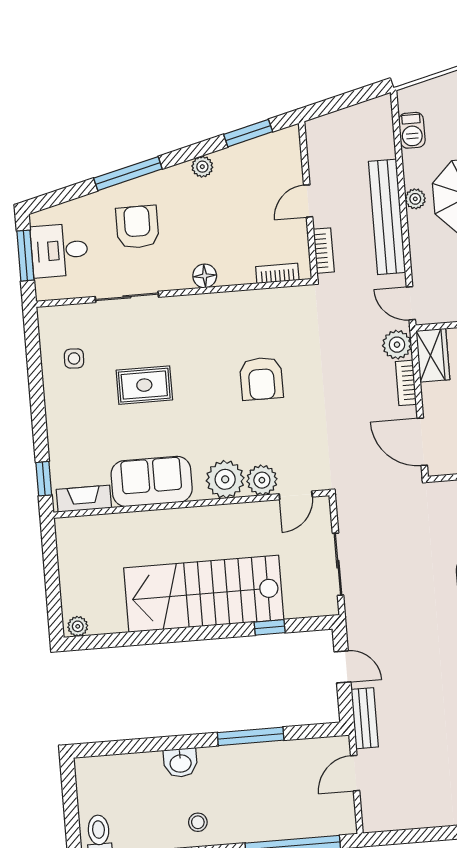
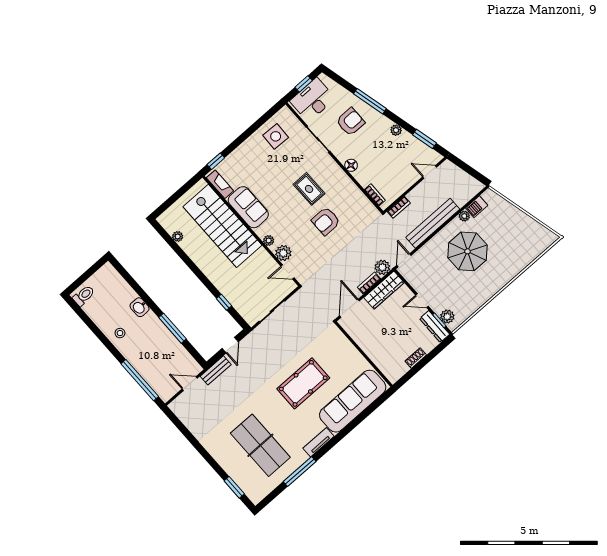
plant: (415, 199) -> (464, 216), moved
door: (308, 201) -> (430, 172), moved
desk: (59, 250) -> (313, 100), width x1.37
window: (25, 256) -> (304, 84), width x0.67
wardrobe: (433, 355) -> (384, 290), width x1.50
side table: (74, 358) -> (276, 136), width x1.87, depth x1.87
rug: (144, 385) -> (309, 189), moved
plant: (225, 479) -> (269, 240), width x0.53, depth x0.53
stairs: (204, 594) -> (222, 226), moved, turned 180
plant: (78, 626) -> (178, 236), moved

